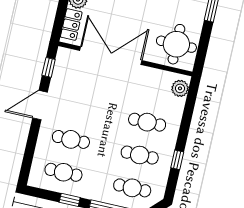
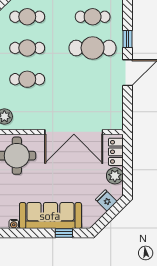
window: (49, 67) -> (128, 39), moved
cafe table: (71, 139) -> (93, 48), width x1.37, depth x1.35

